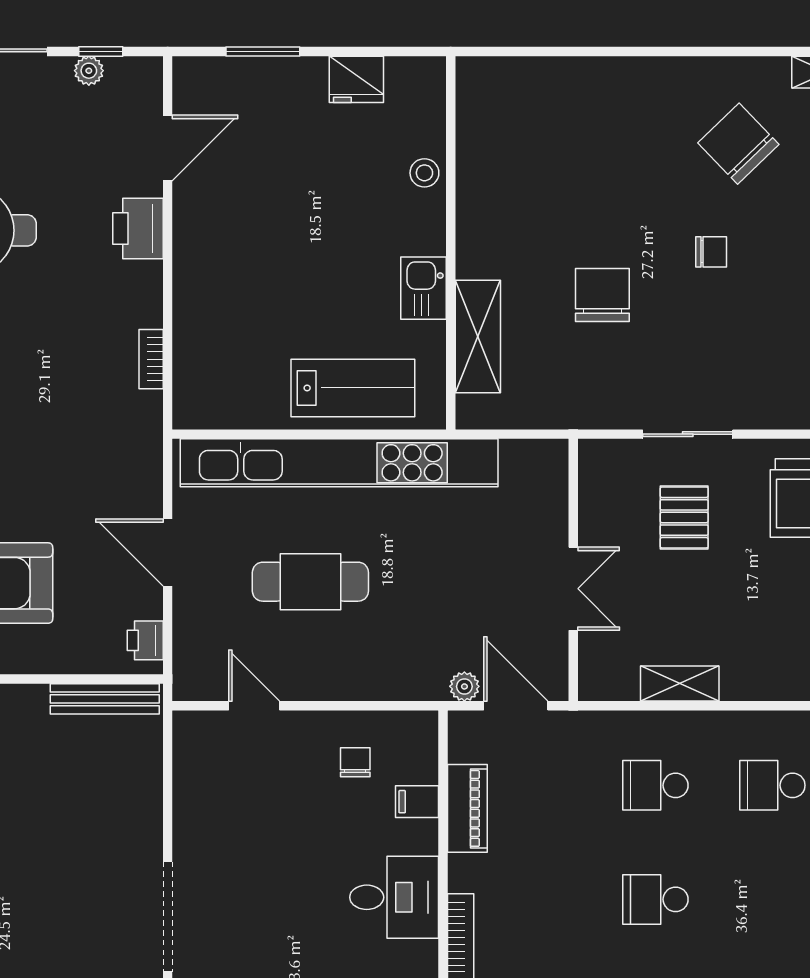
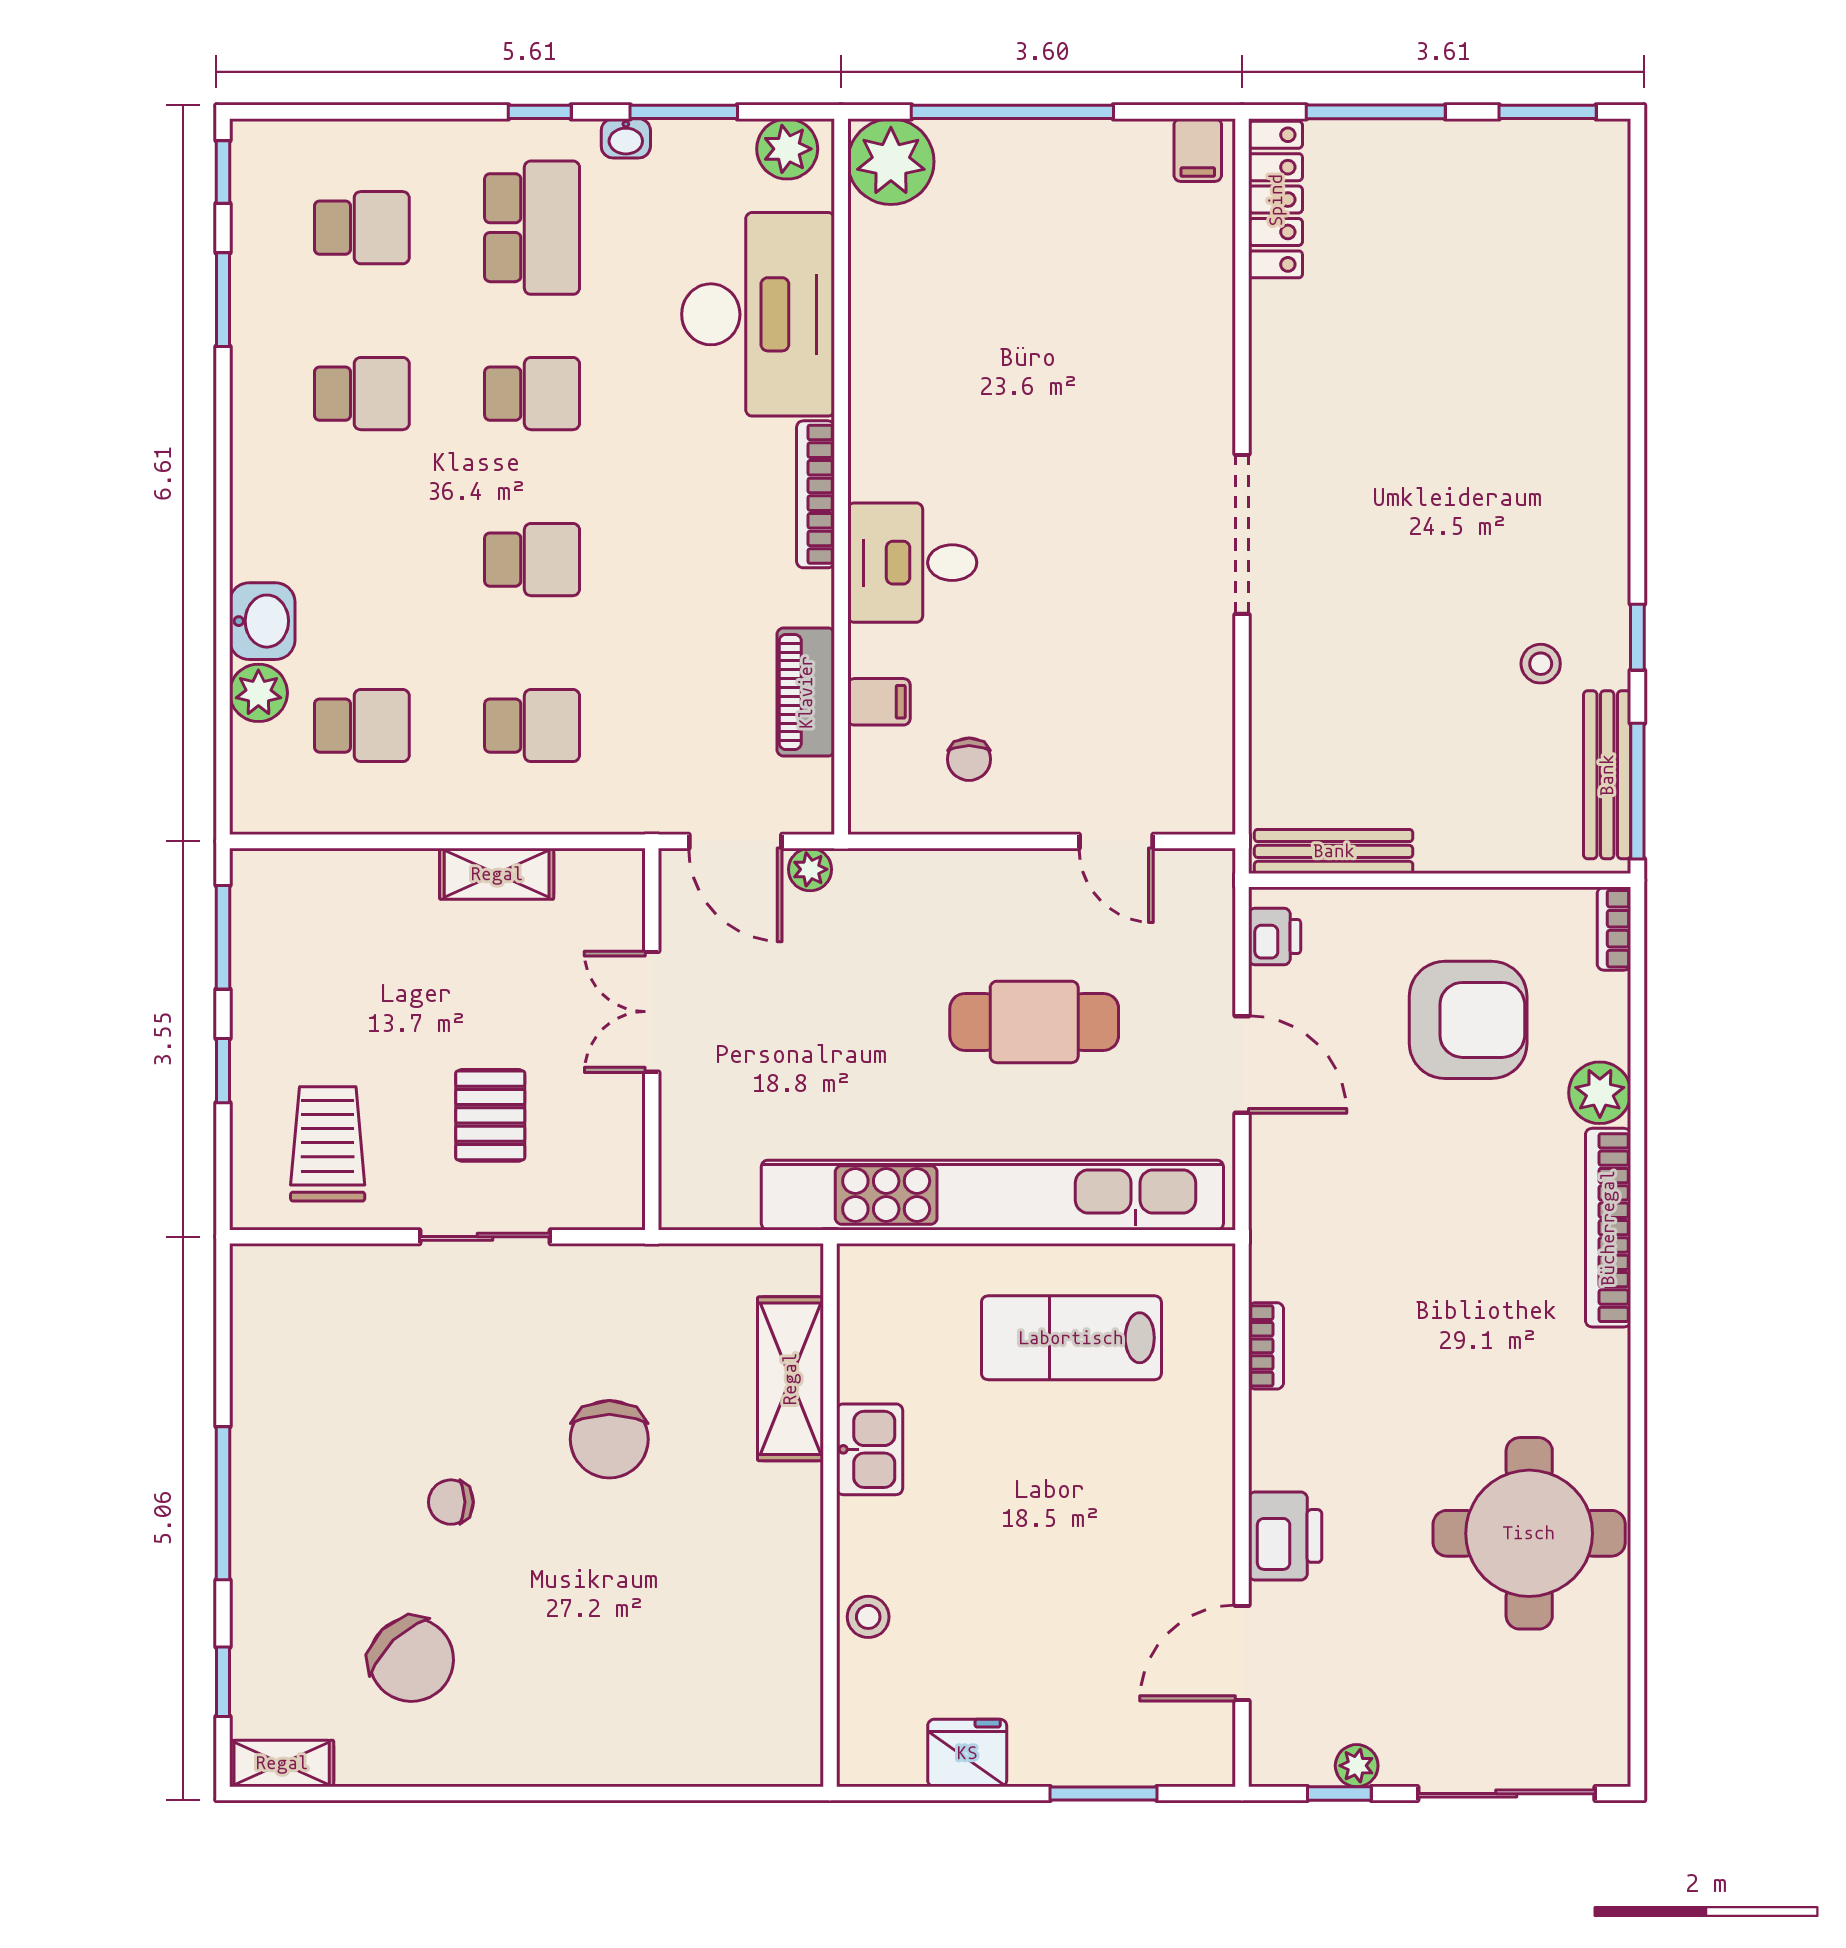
lab bench: (353, 388) -> (1071, 1338), moved

